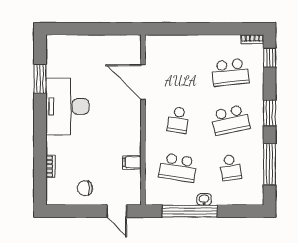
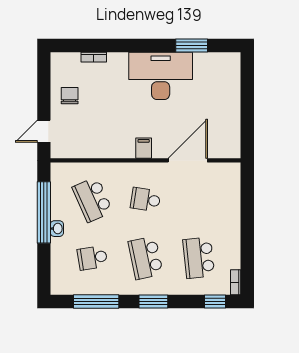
filing cabinet: (132, 162) -> (144, 148), moved
school desk: (178, 168) -> (92, 200), turned -33

